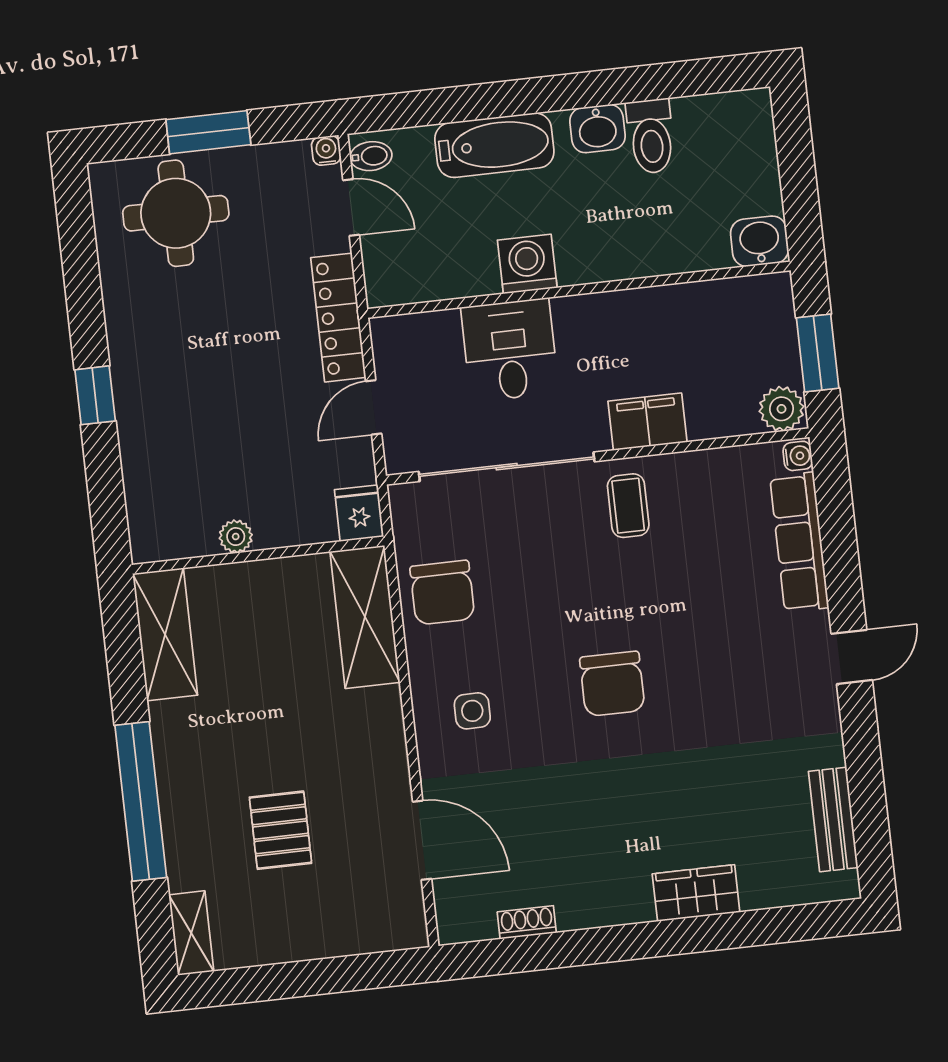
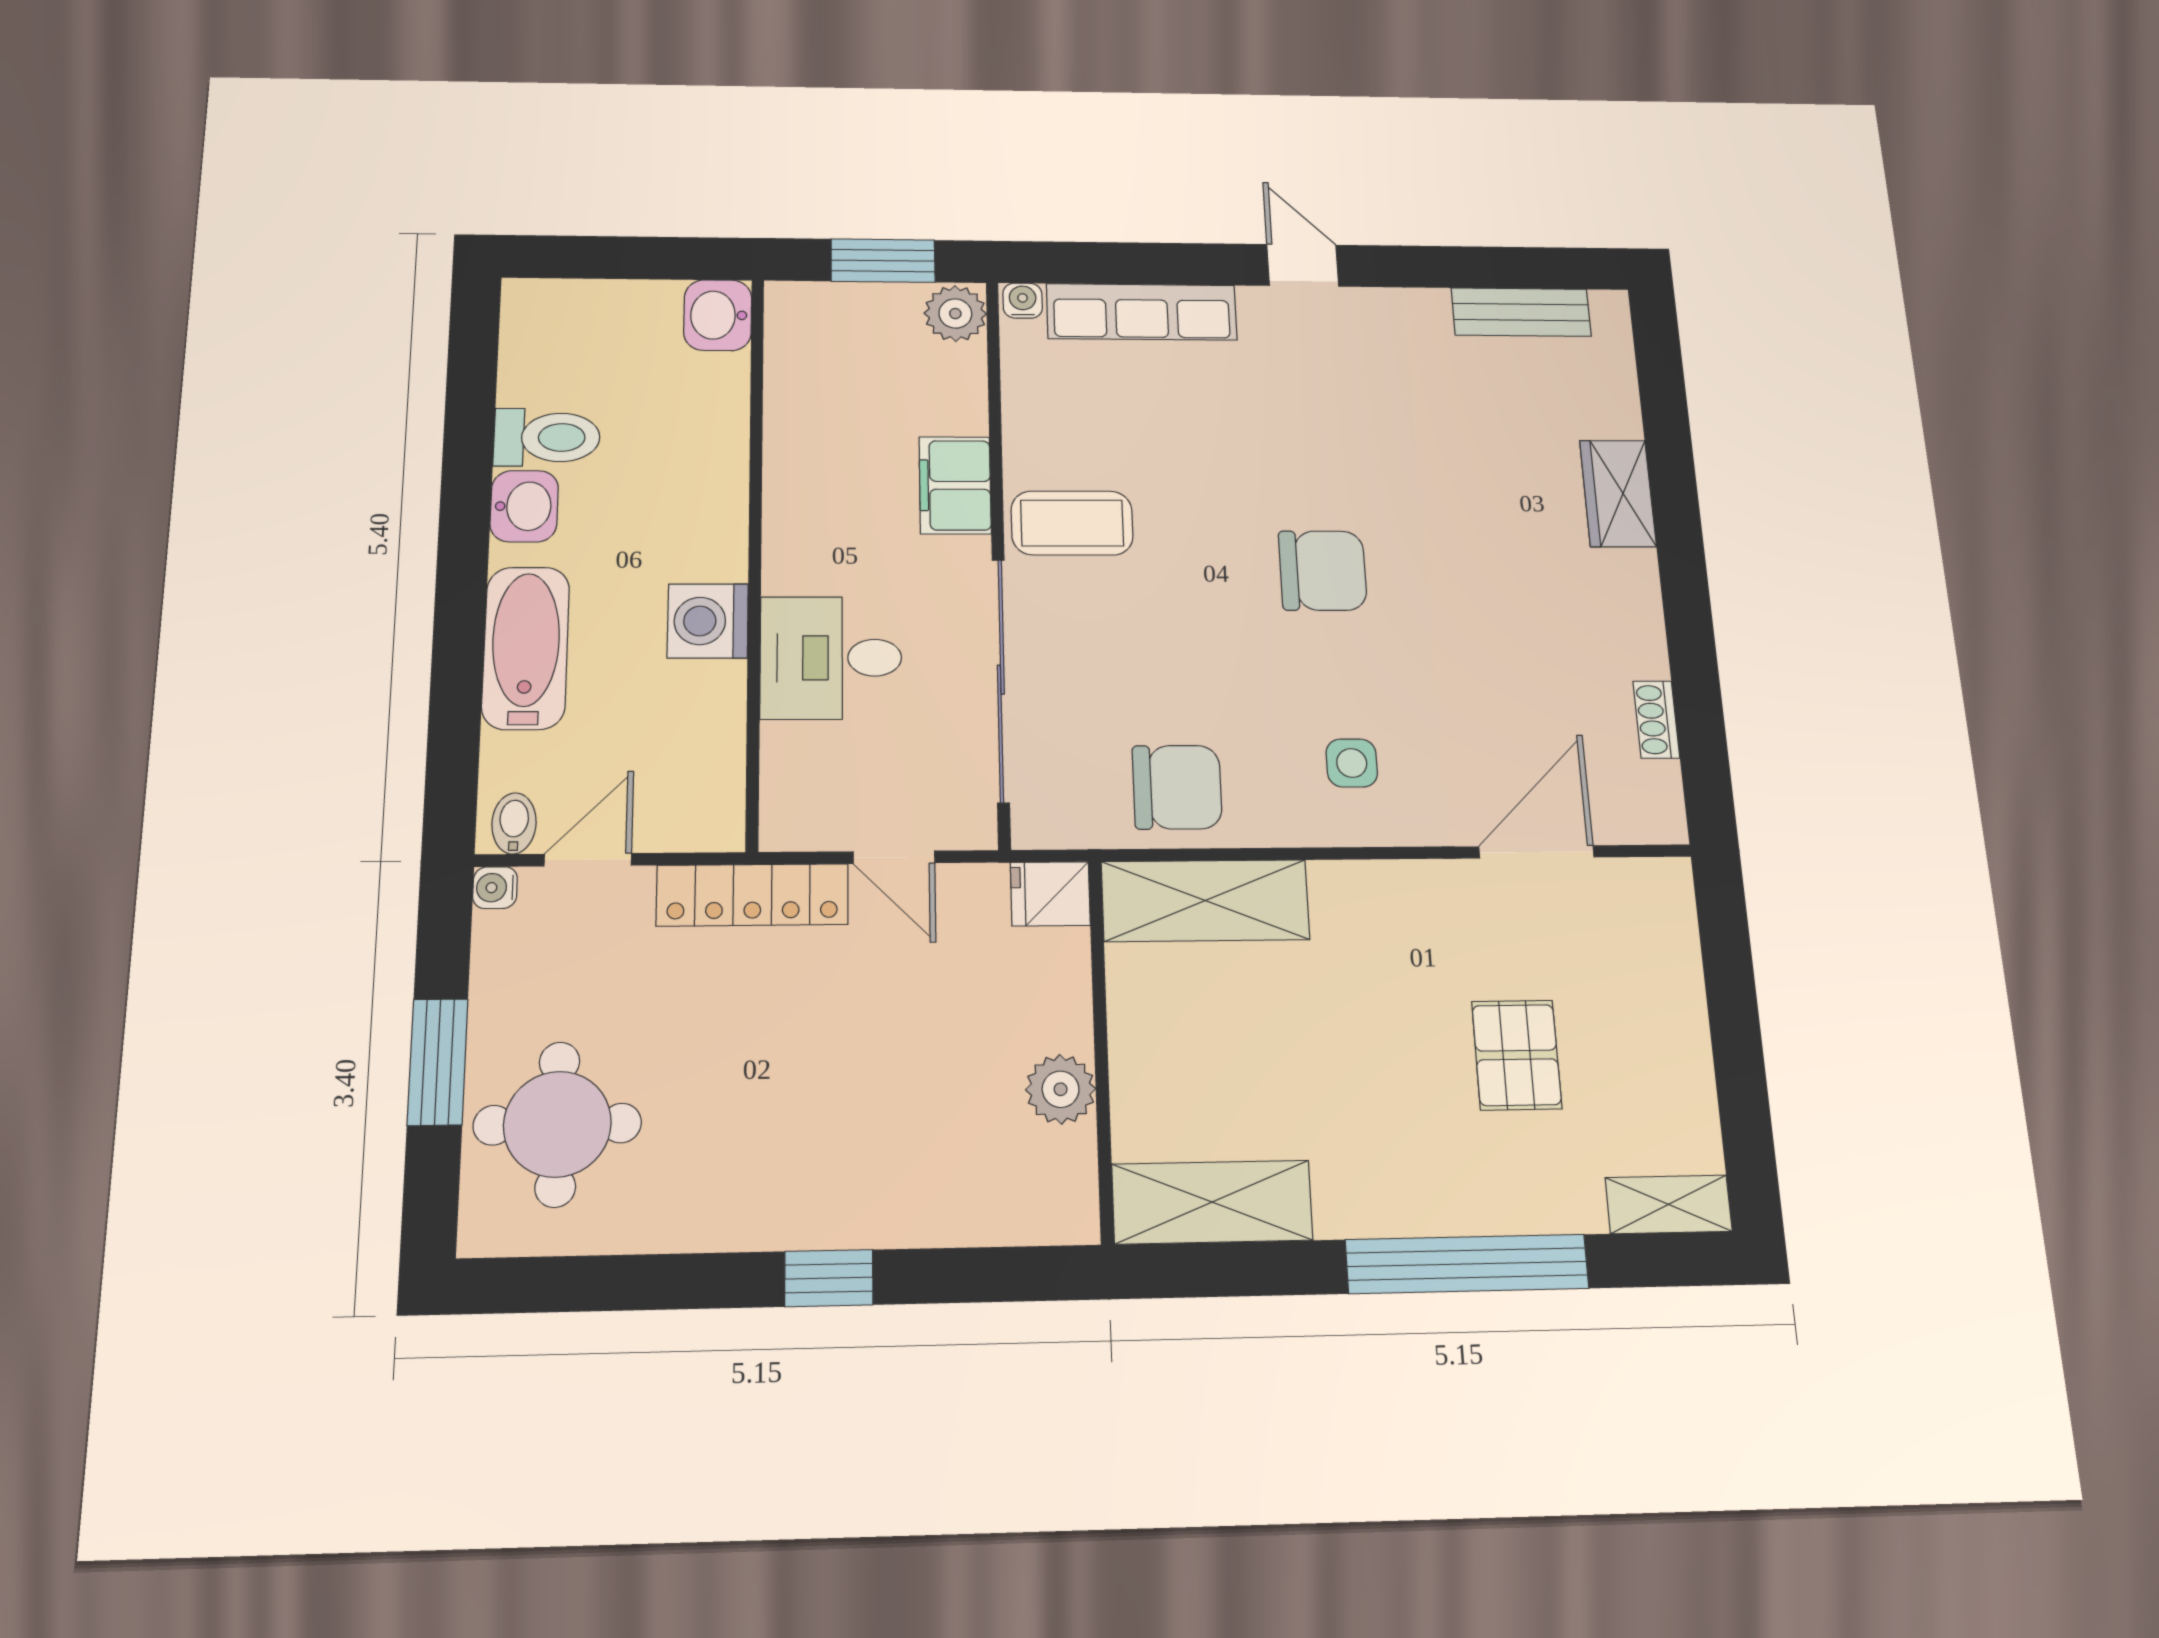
coffee table: (628, 506) -> (1072, 523), width x1.36, depth x1.30
plant: (236, 537) -> (1061, 1089), width x1.38, depth x1.38
pallet: (281, 830) -> (1517, 1055), turned 90

